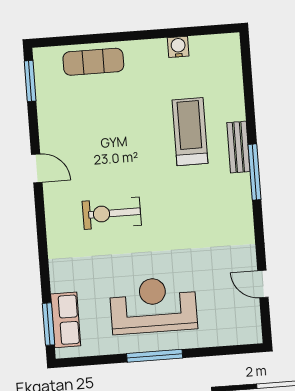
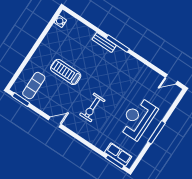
water cooler: (178, 47) -> (60, 21), moved
exercise mat: (93, 62) -> (34, 86), moved
treadmill: (190, 132) -> (66, 72), moved
door: (263, 284) -> (171, 79), moved

